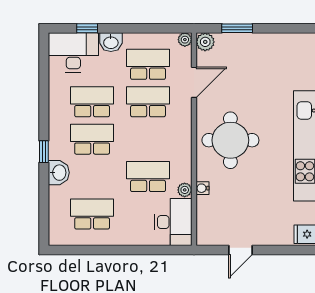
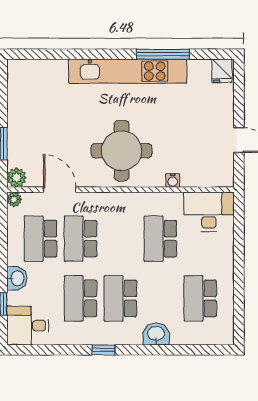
desk: (73, 52) -> (28, 326), width x0.73
window: (44, 152) -> (103, 350), moved
plant: (185, 190) -> (175, 200), removed

